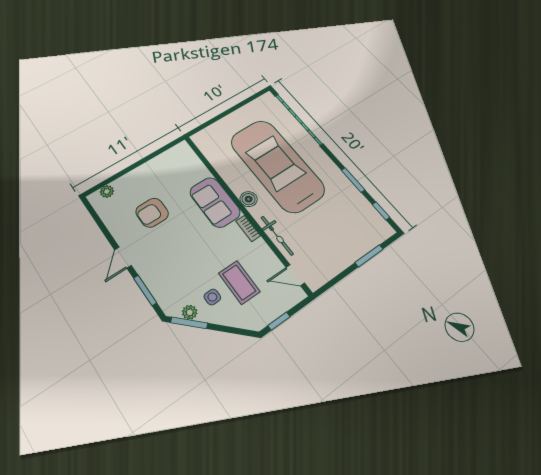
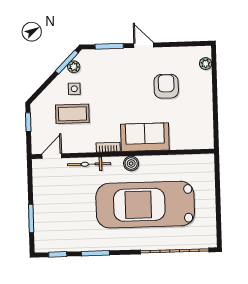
car: (277, 165) -> (145, 205), turned 180

